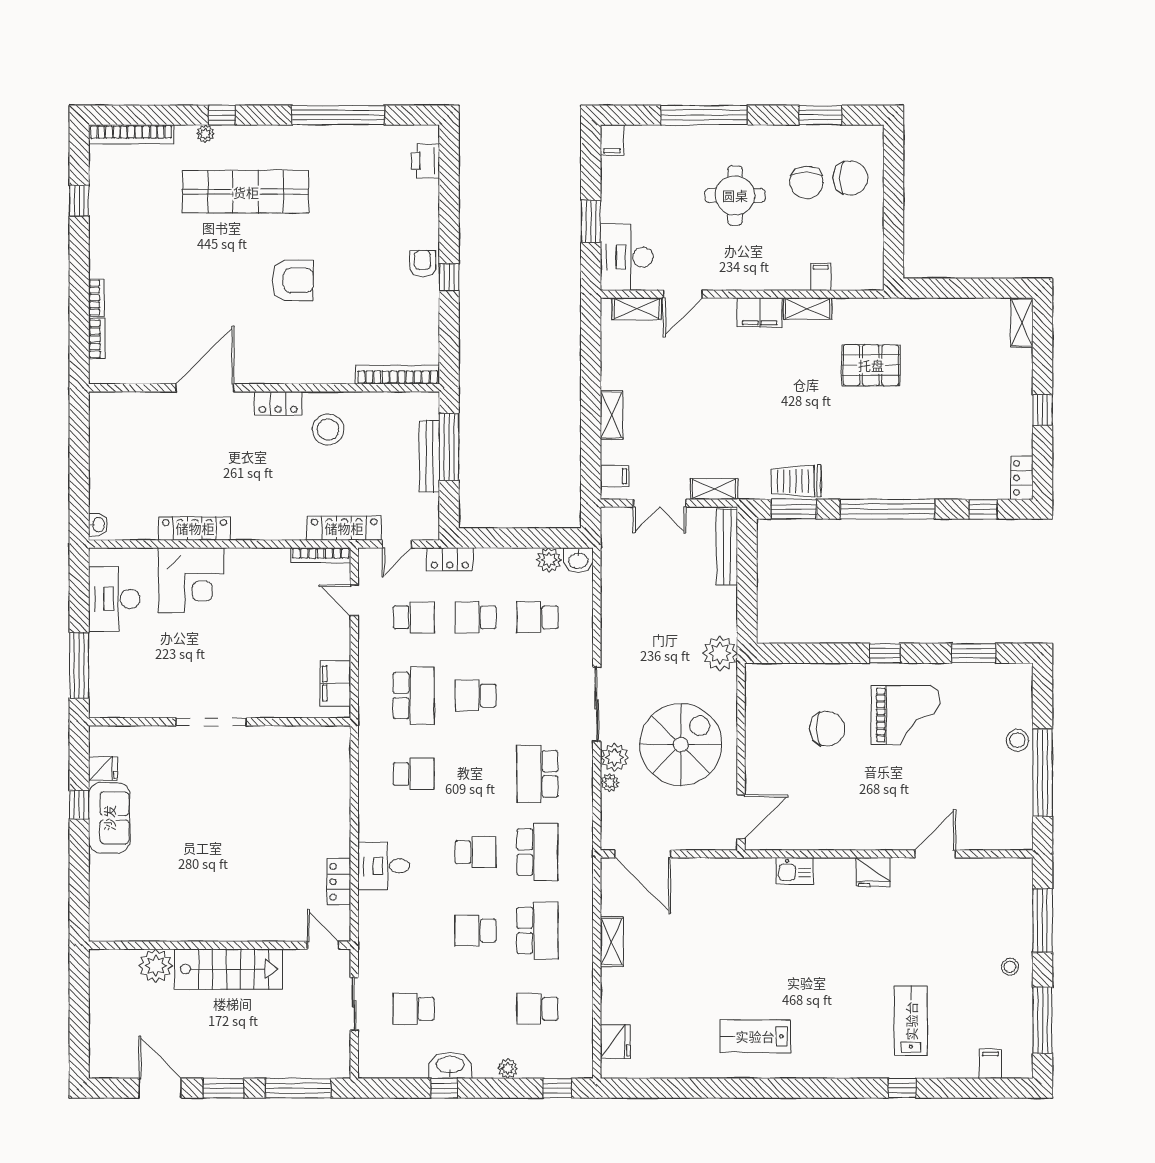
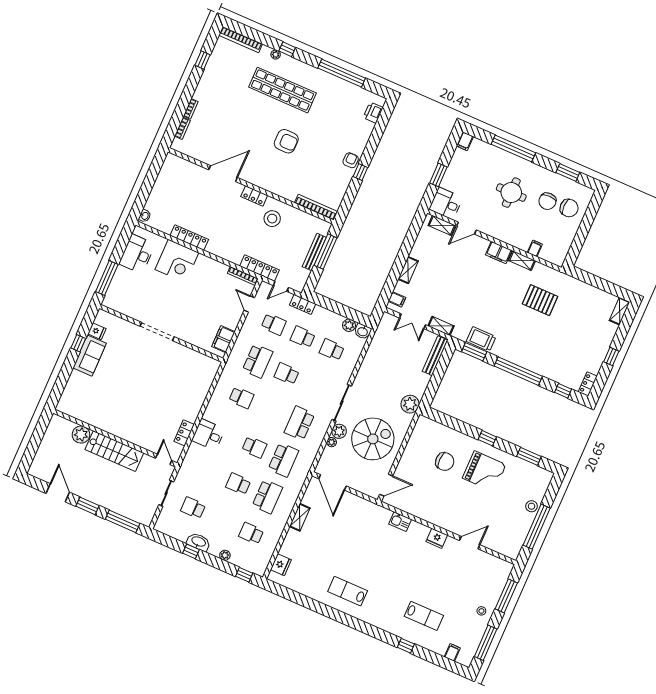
desk: (627, 257) -> (446, 203), width x0.73
lab bench: (911, 1021) -> (424, 616), turned 90

